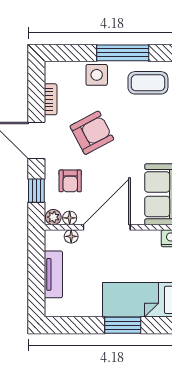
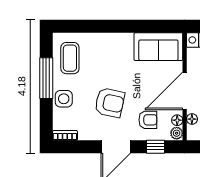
bookcase: (51, 99) -> (65, 135), moved
armchair: (92, 133) -> (110, 103), turned 130
door: (107, 227) -> (185, 91), hinge flipped

